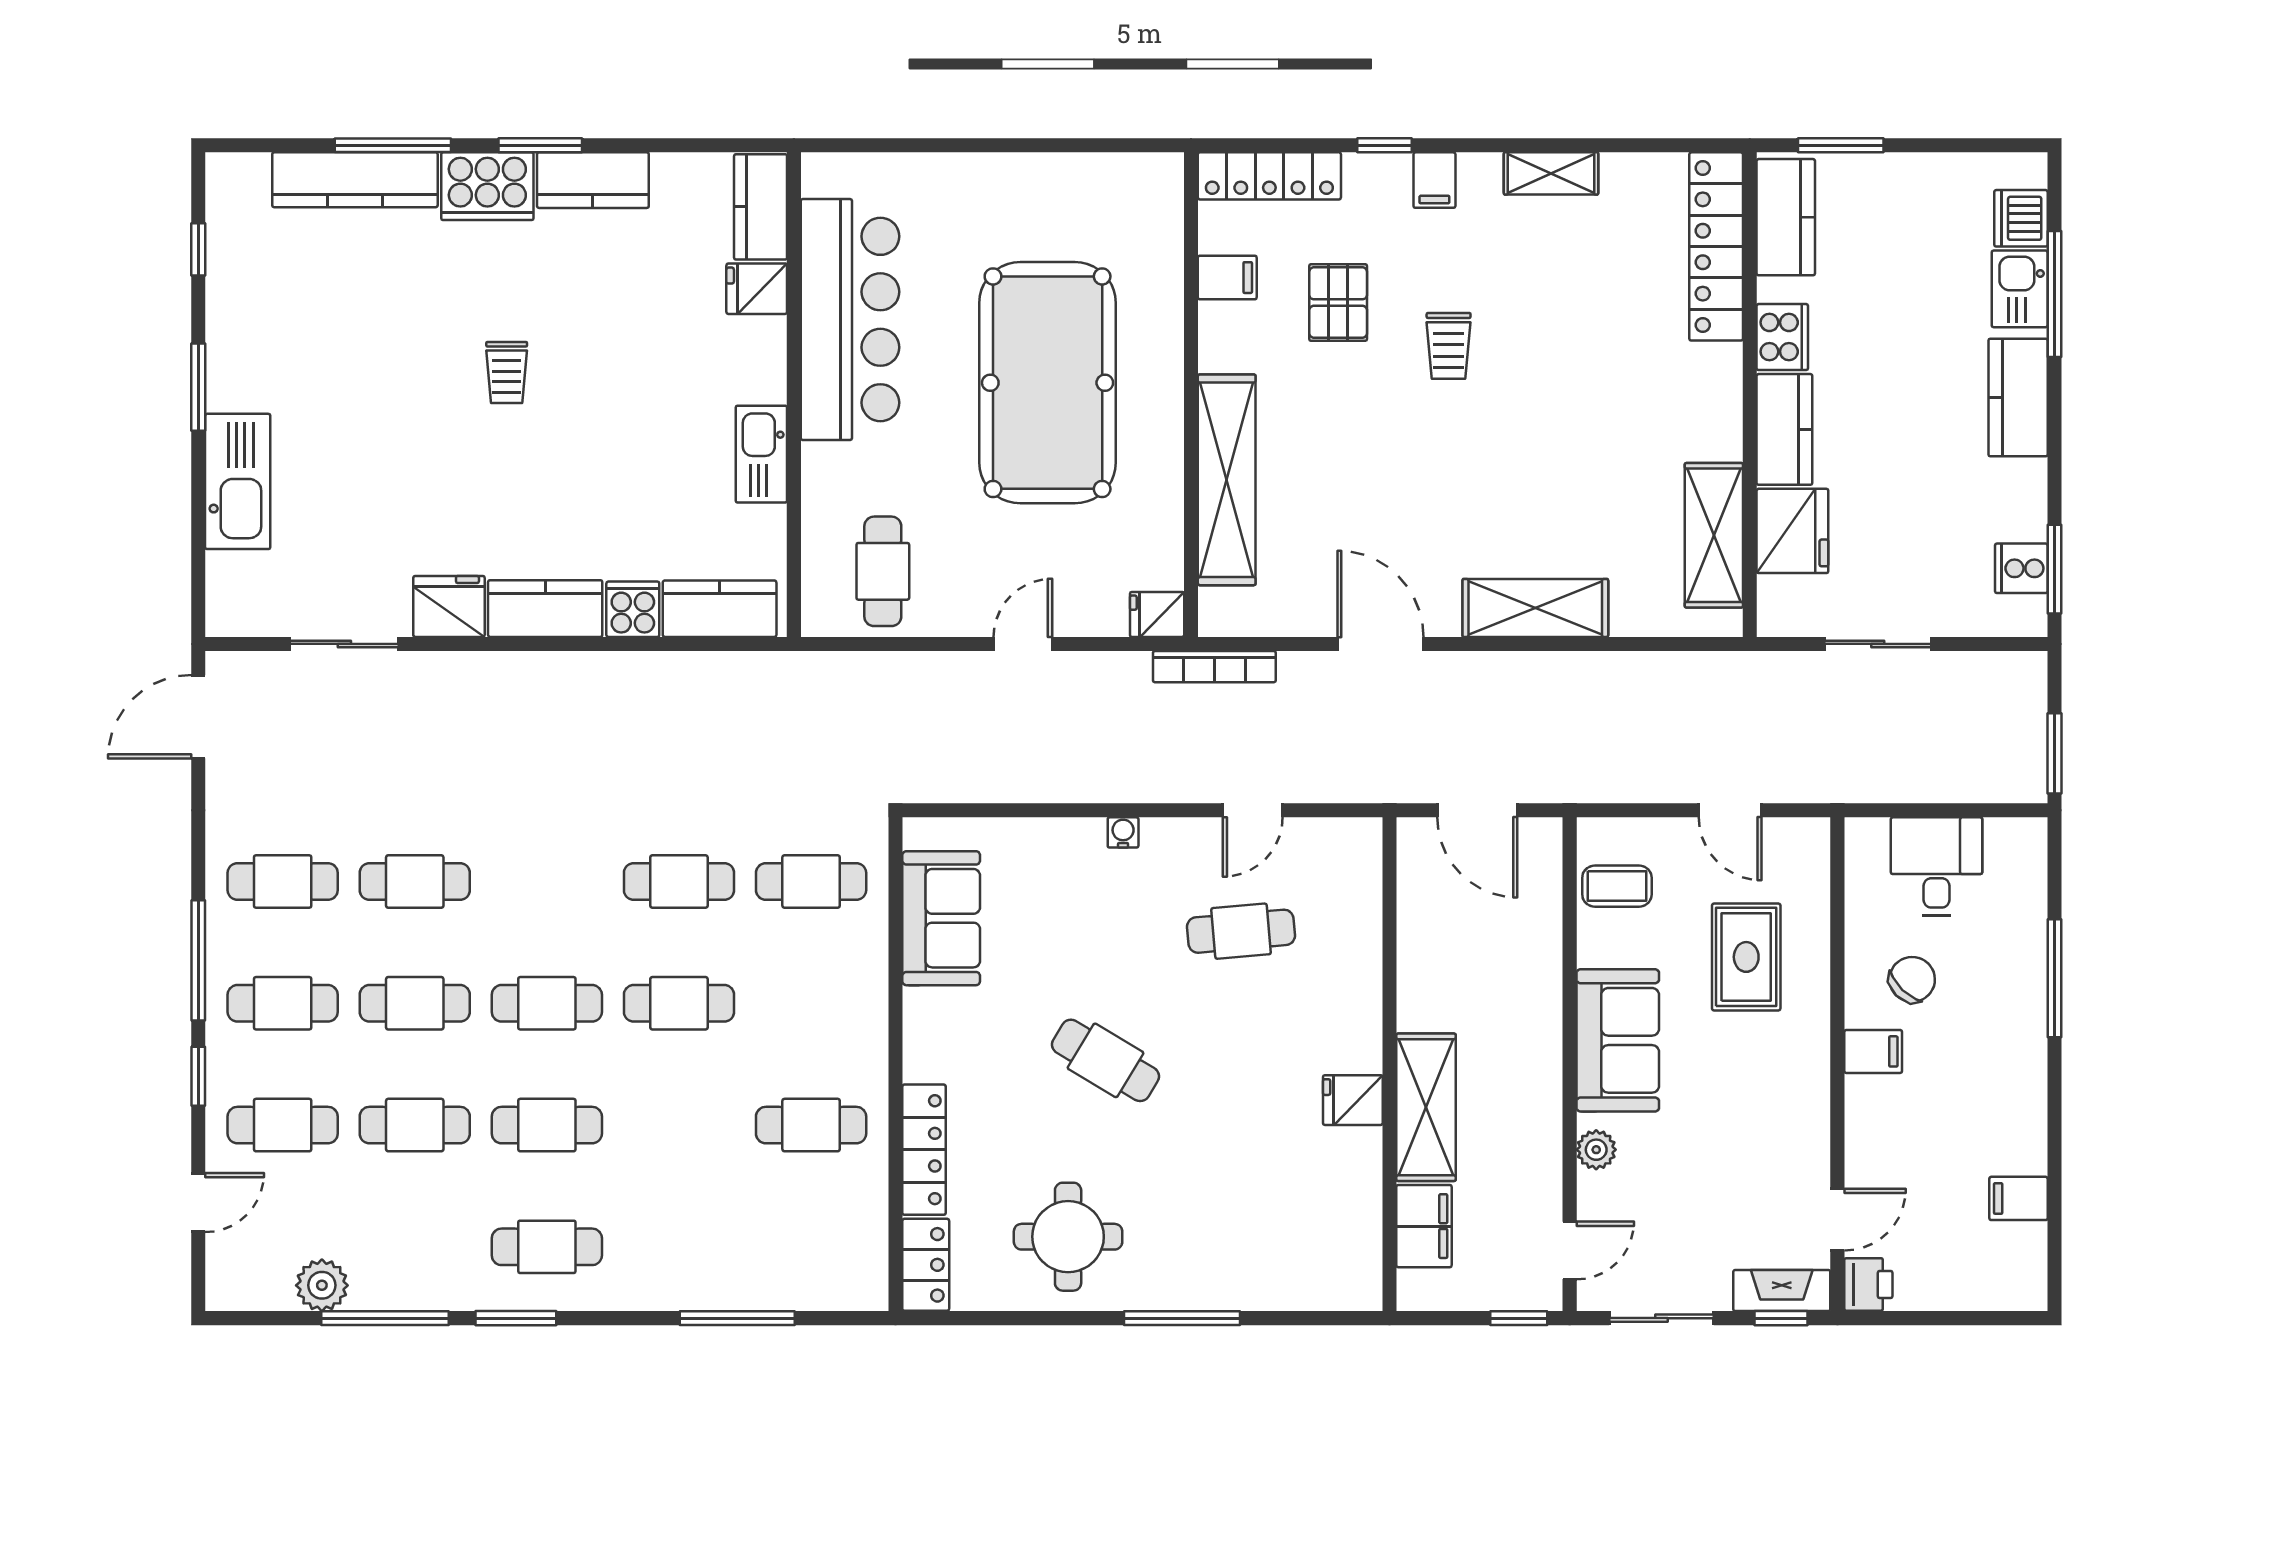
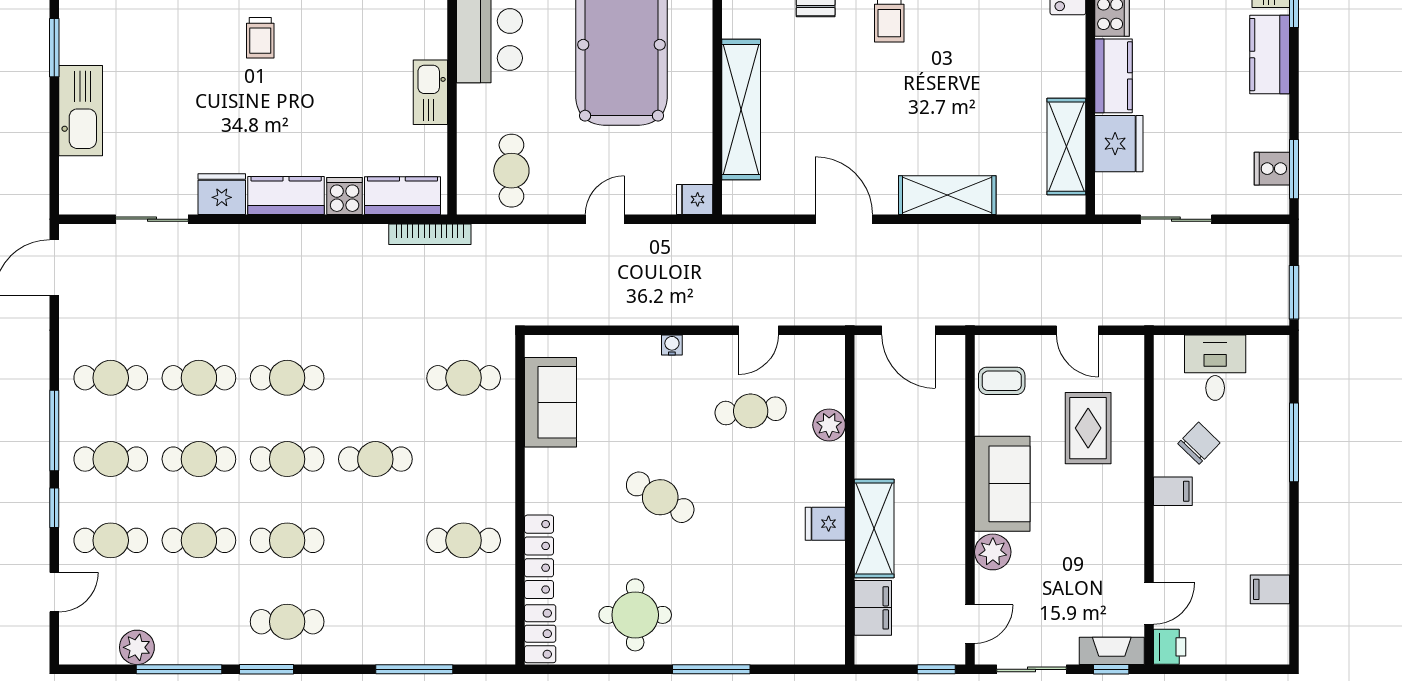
bookcase: (1214, 667) -> (430, 234), moved
cafe table: (679, 882) -> (287, 378), moved
plant: (1358, 952) -> (829, 425), added
plant: (1596, 1150) -> (993, 552), width x1.38, depth x1.38

